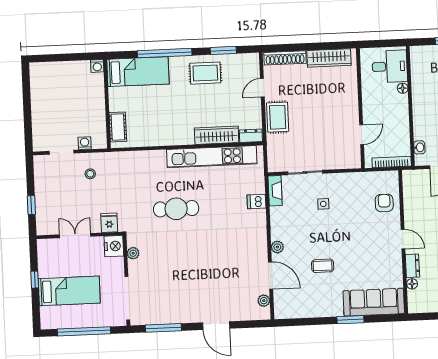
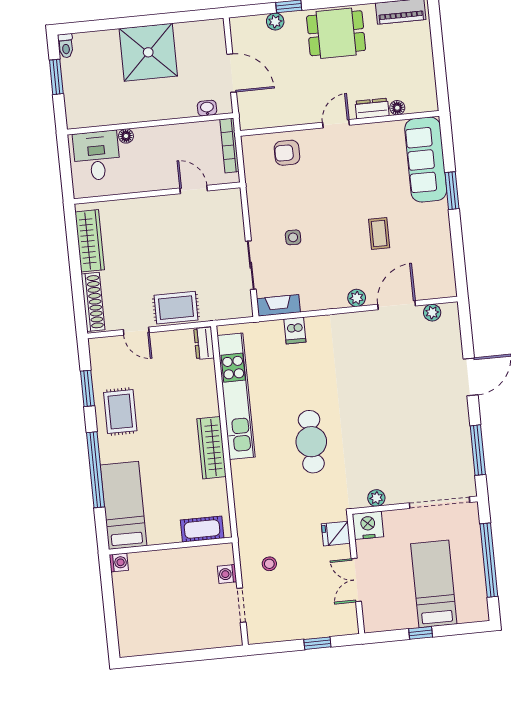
wardrobe: (217, 135) -> (211, 448), moved

